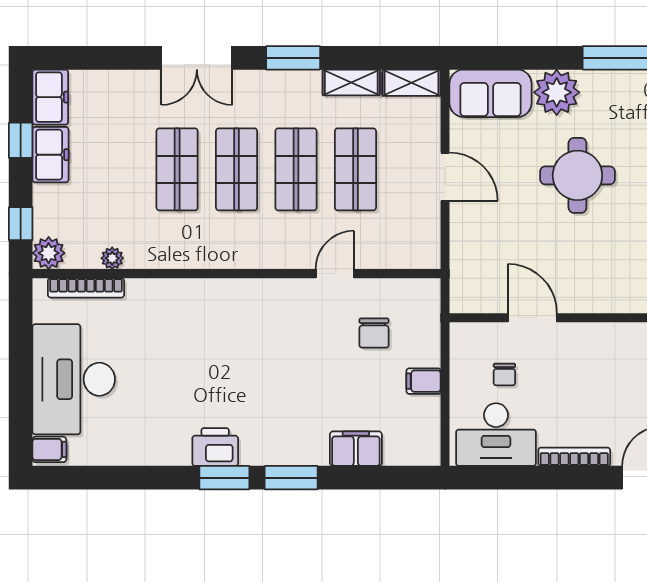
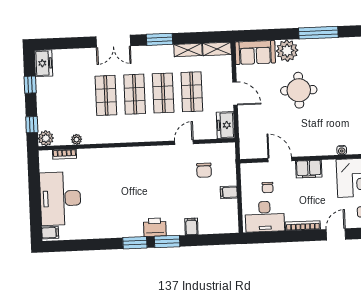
freezer: (50, 155) -> (226, 125), moved, turned 180
bookcase: (86, 288) -> (64, 154), width x0.64
filing cabinet: (591, 340) -> (309, 169), added
printer: (215, 447) -> (155, 227), moved
filing cabinet: (356, 449) -> (191, 226), width x0.50

